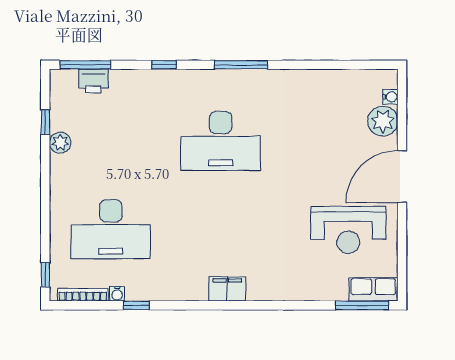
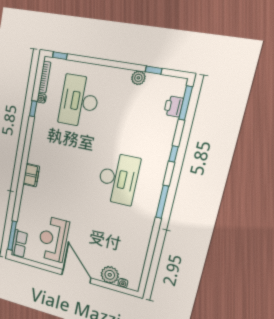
desk: (221, 141) -> (118, 179), turned 180
filing cabinet: (227, 289) -> (31, 175), moved

